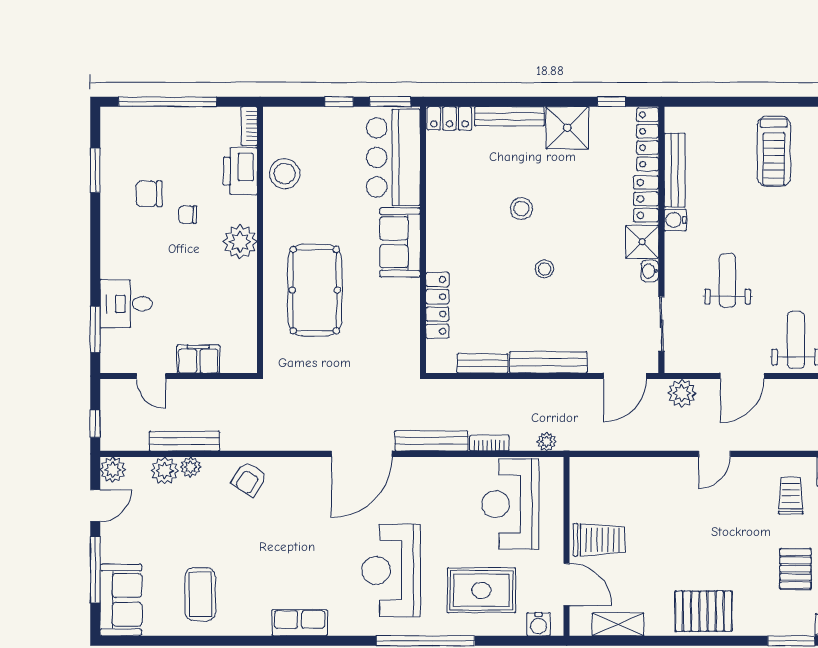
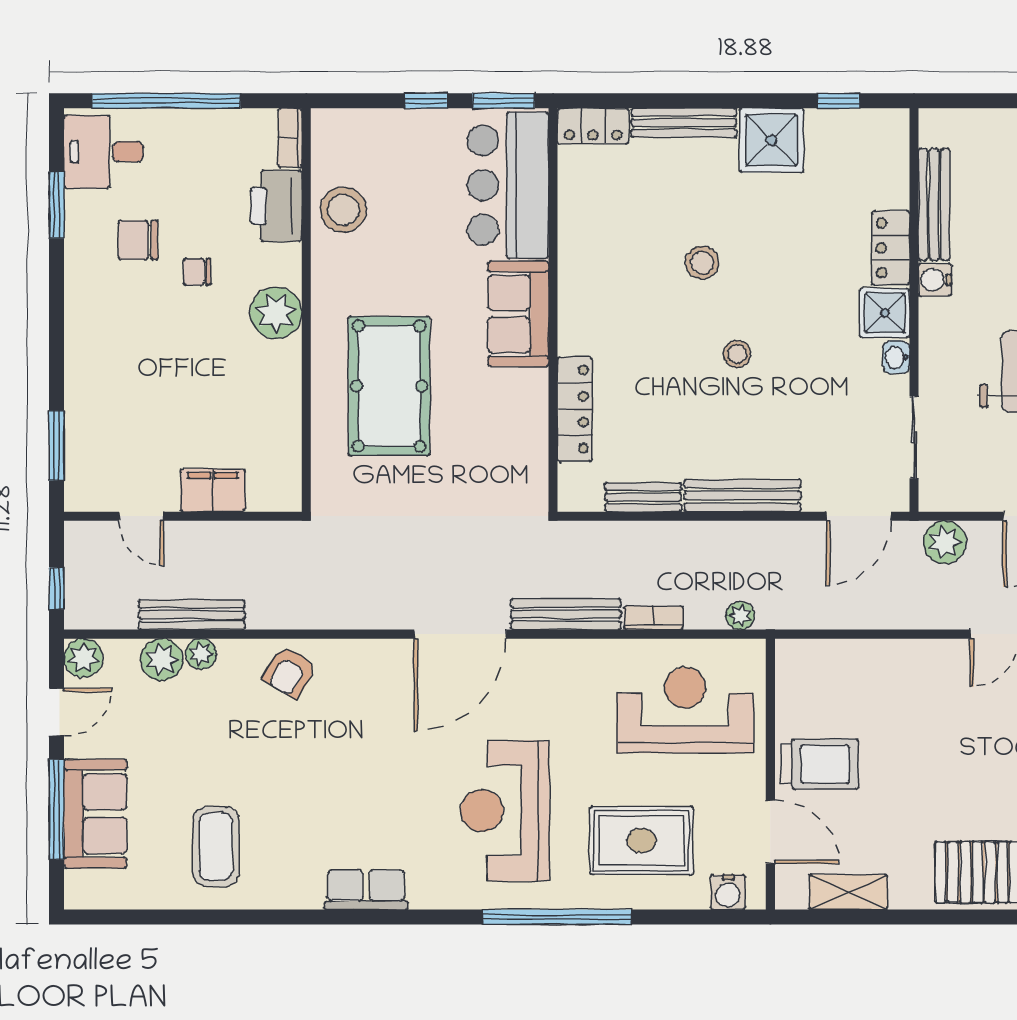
locker: (648, 139) -> (893, 158), removed
desk: (126, 304) -> (103, 152), moved
reception desk: (510, 504) -> (685, 710), turned 90
sofa: (121, 600) -> (95, 814), moved

